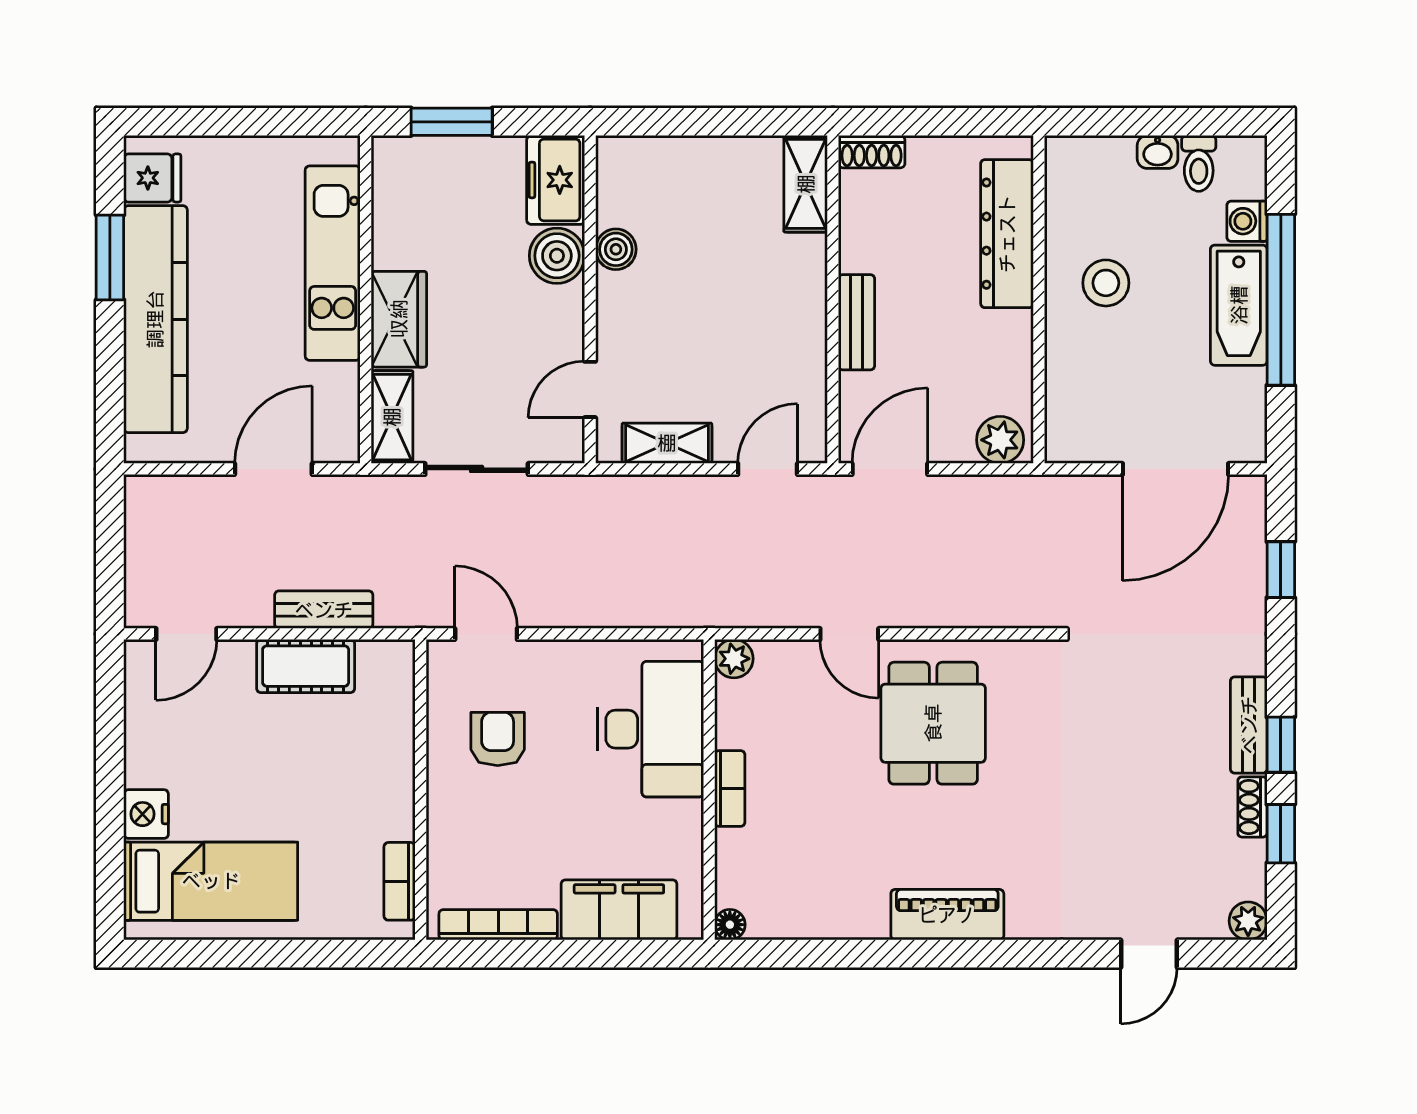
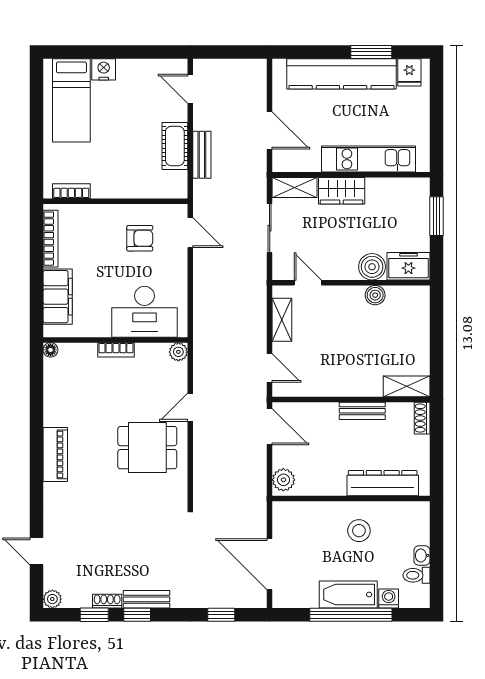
bench: (857, 322) -> (362, 411), moved
door: (486, 634) -> (190, 233), hinge flipped

